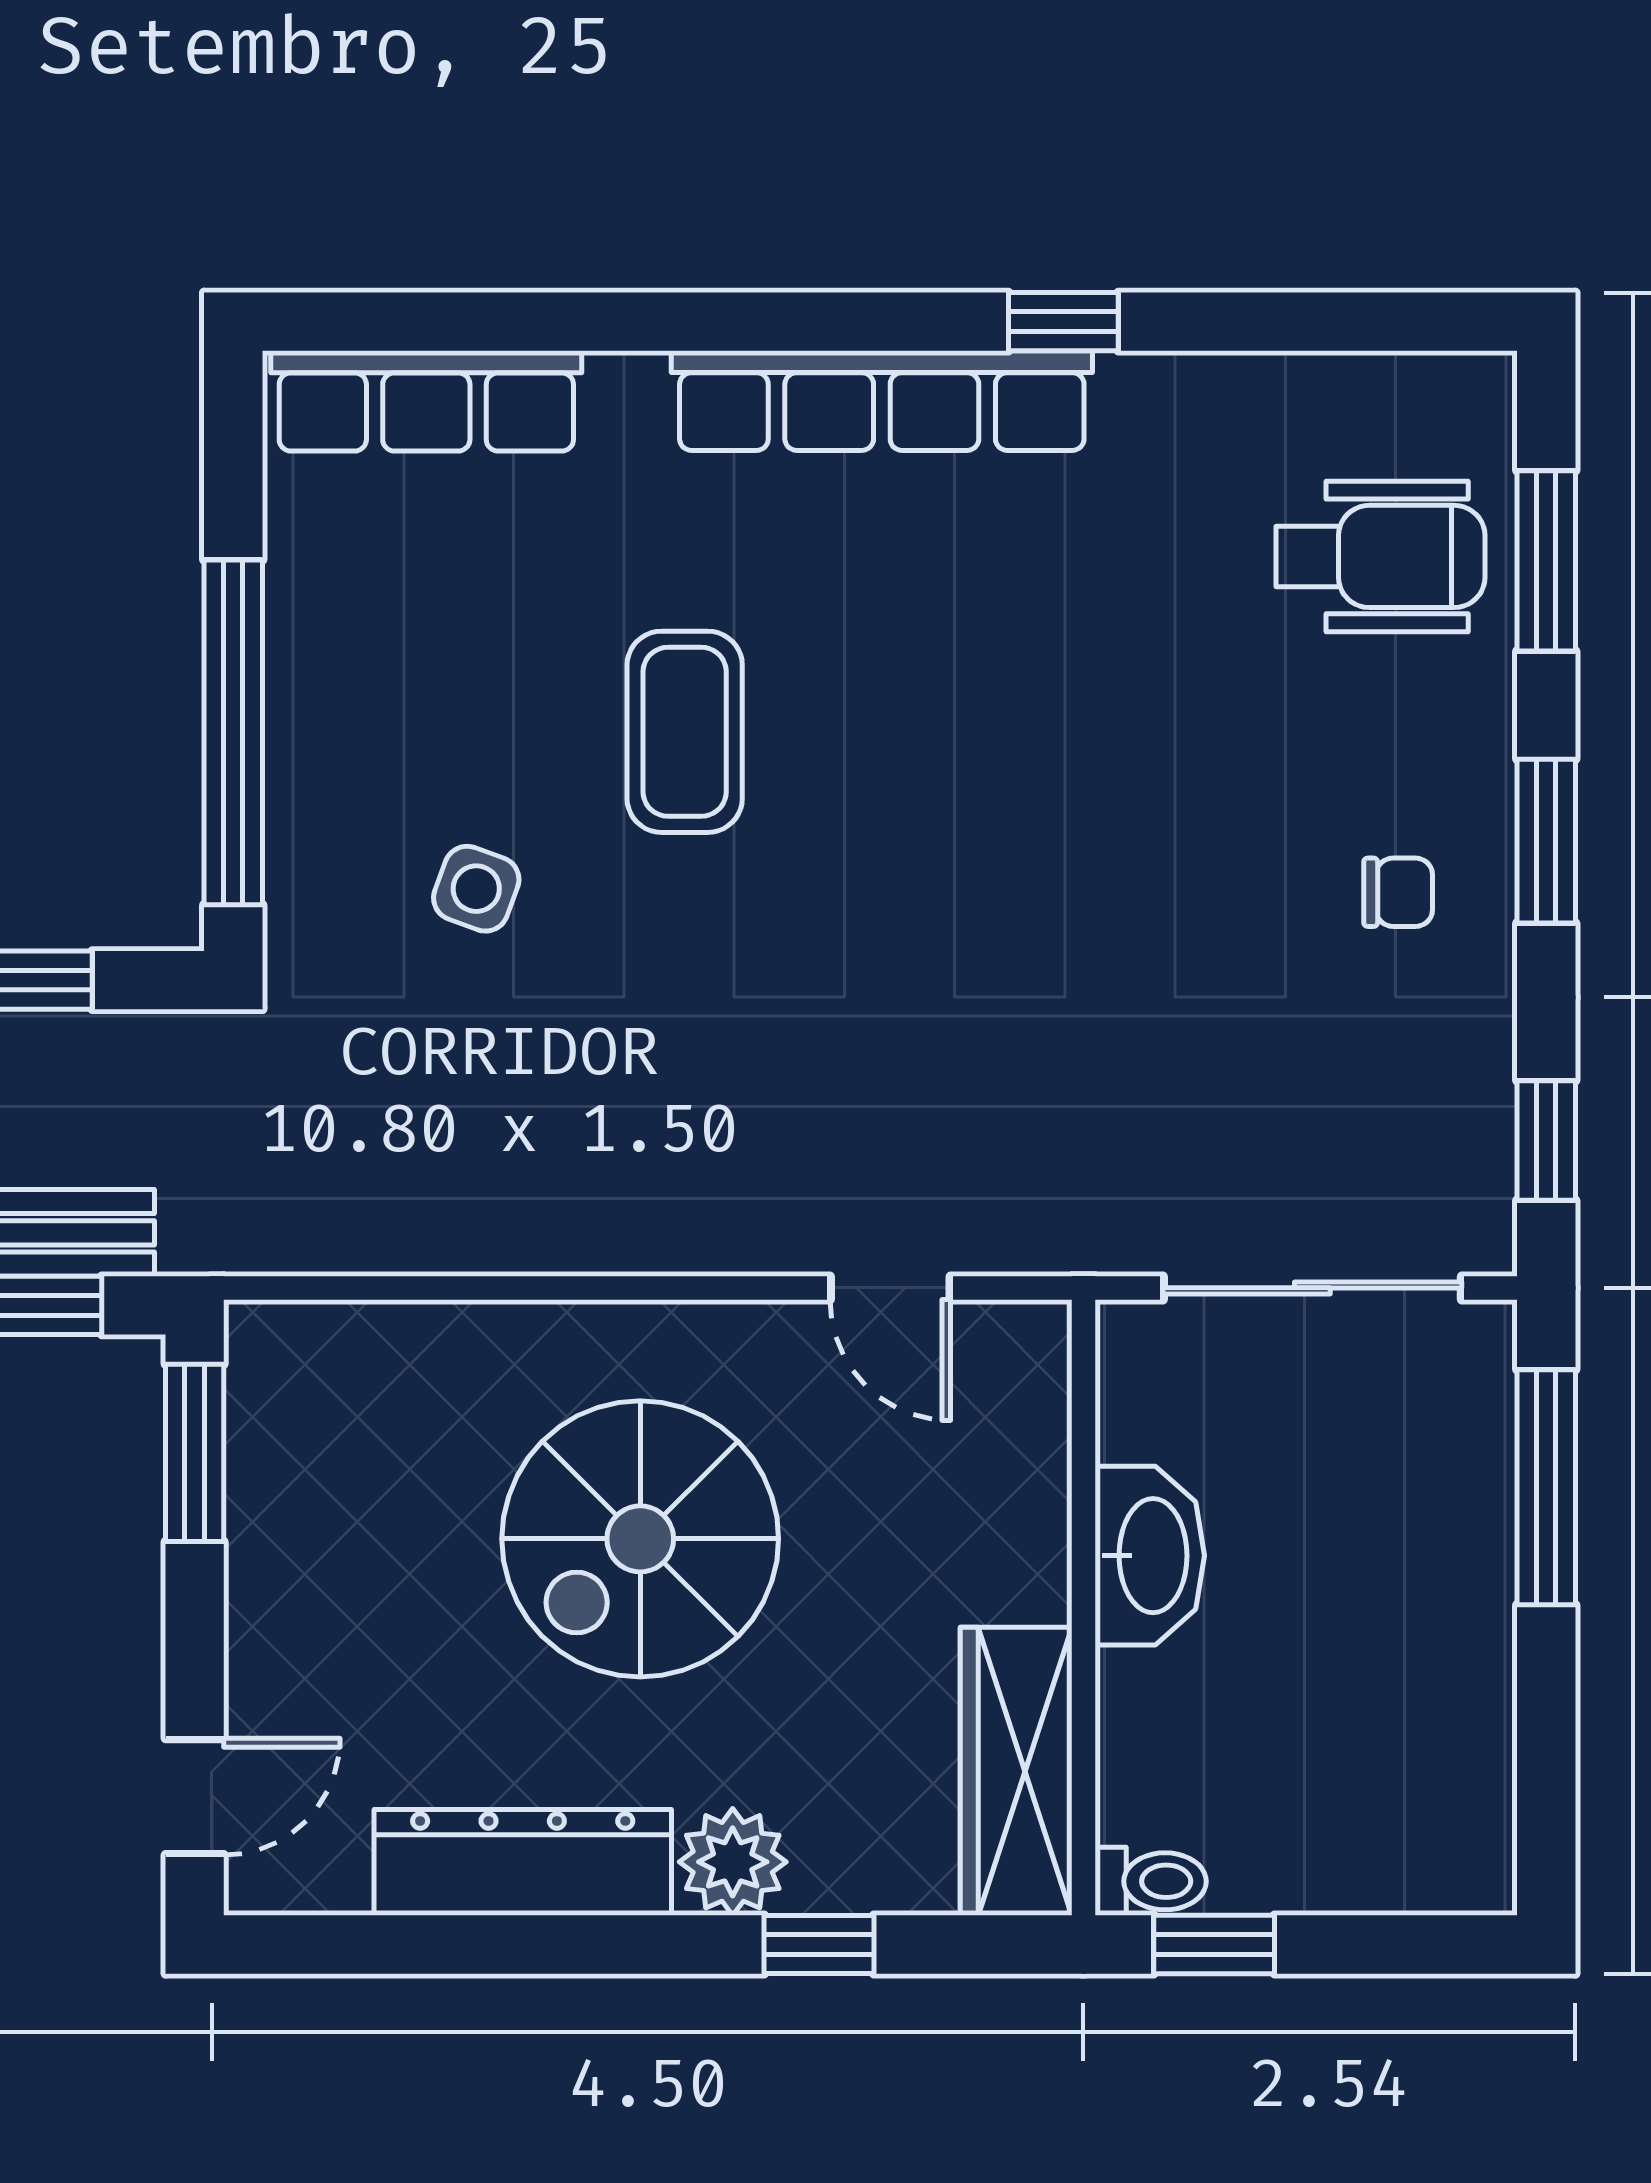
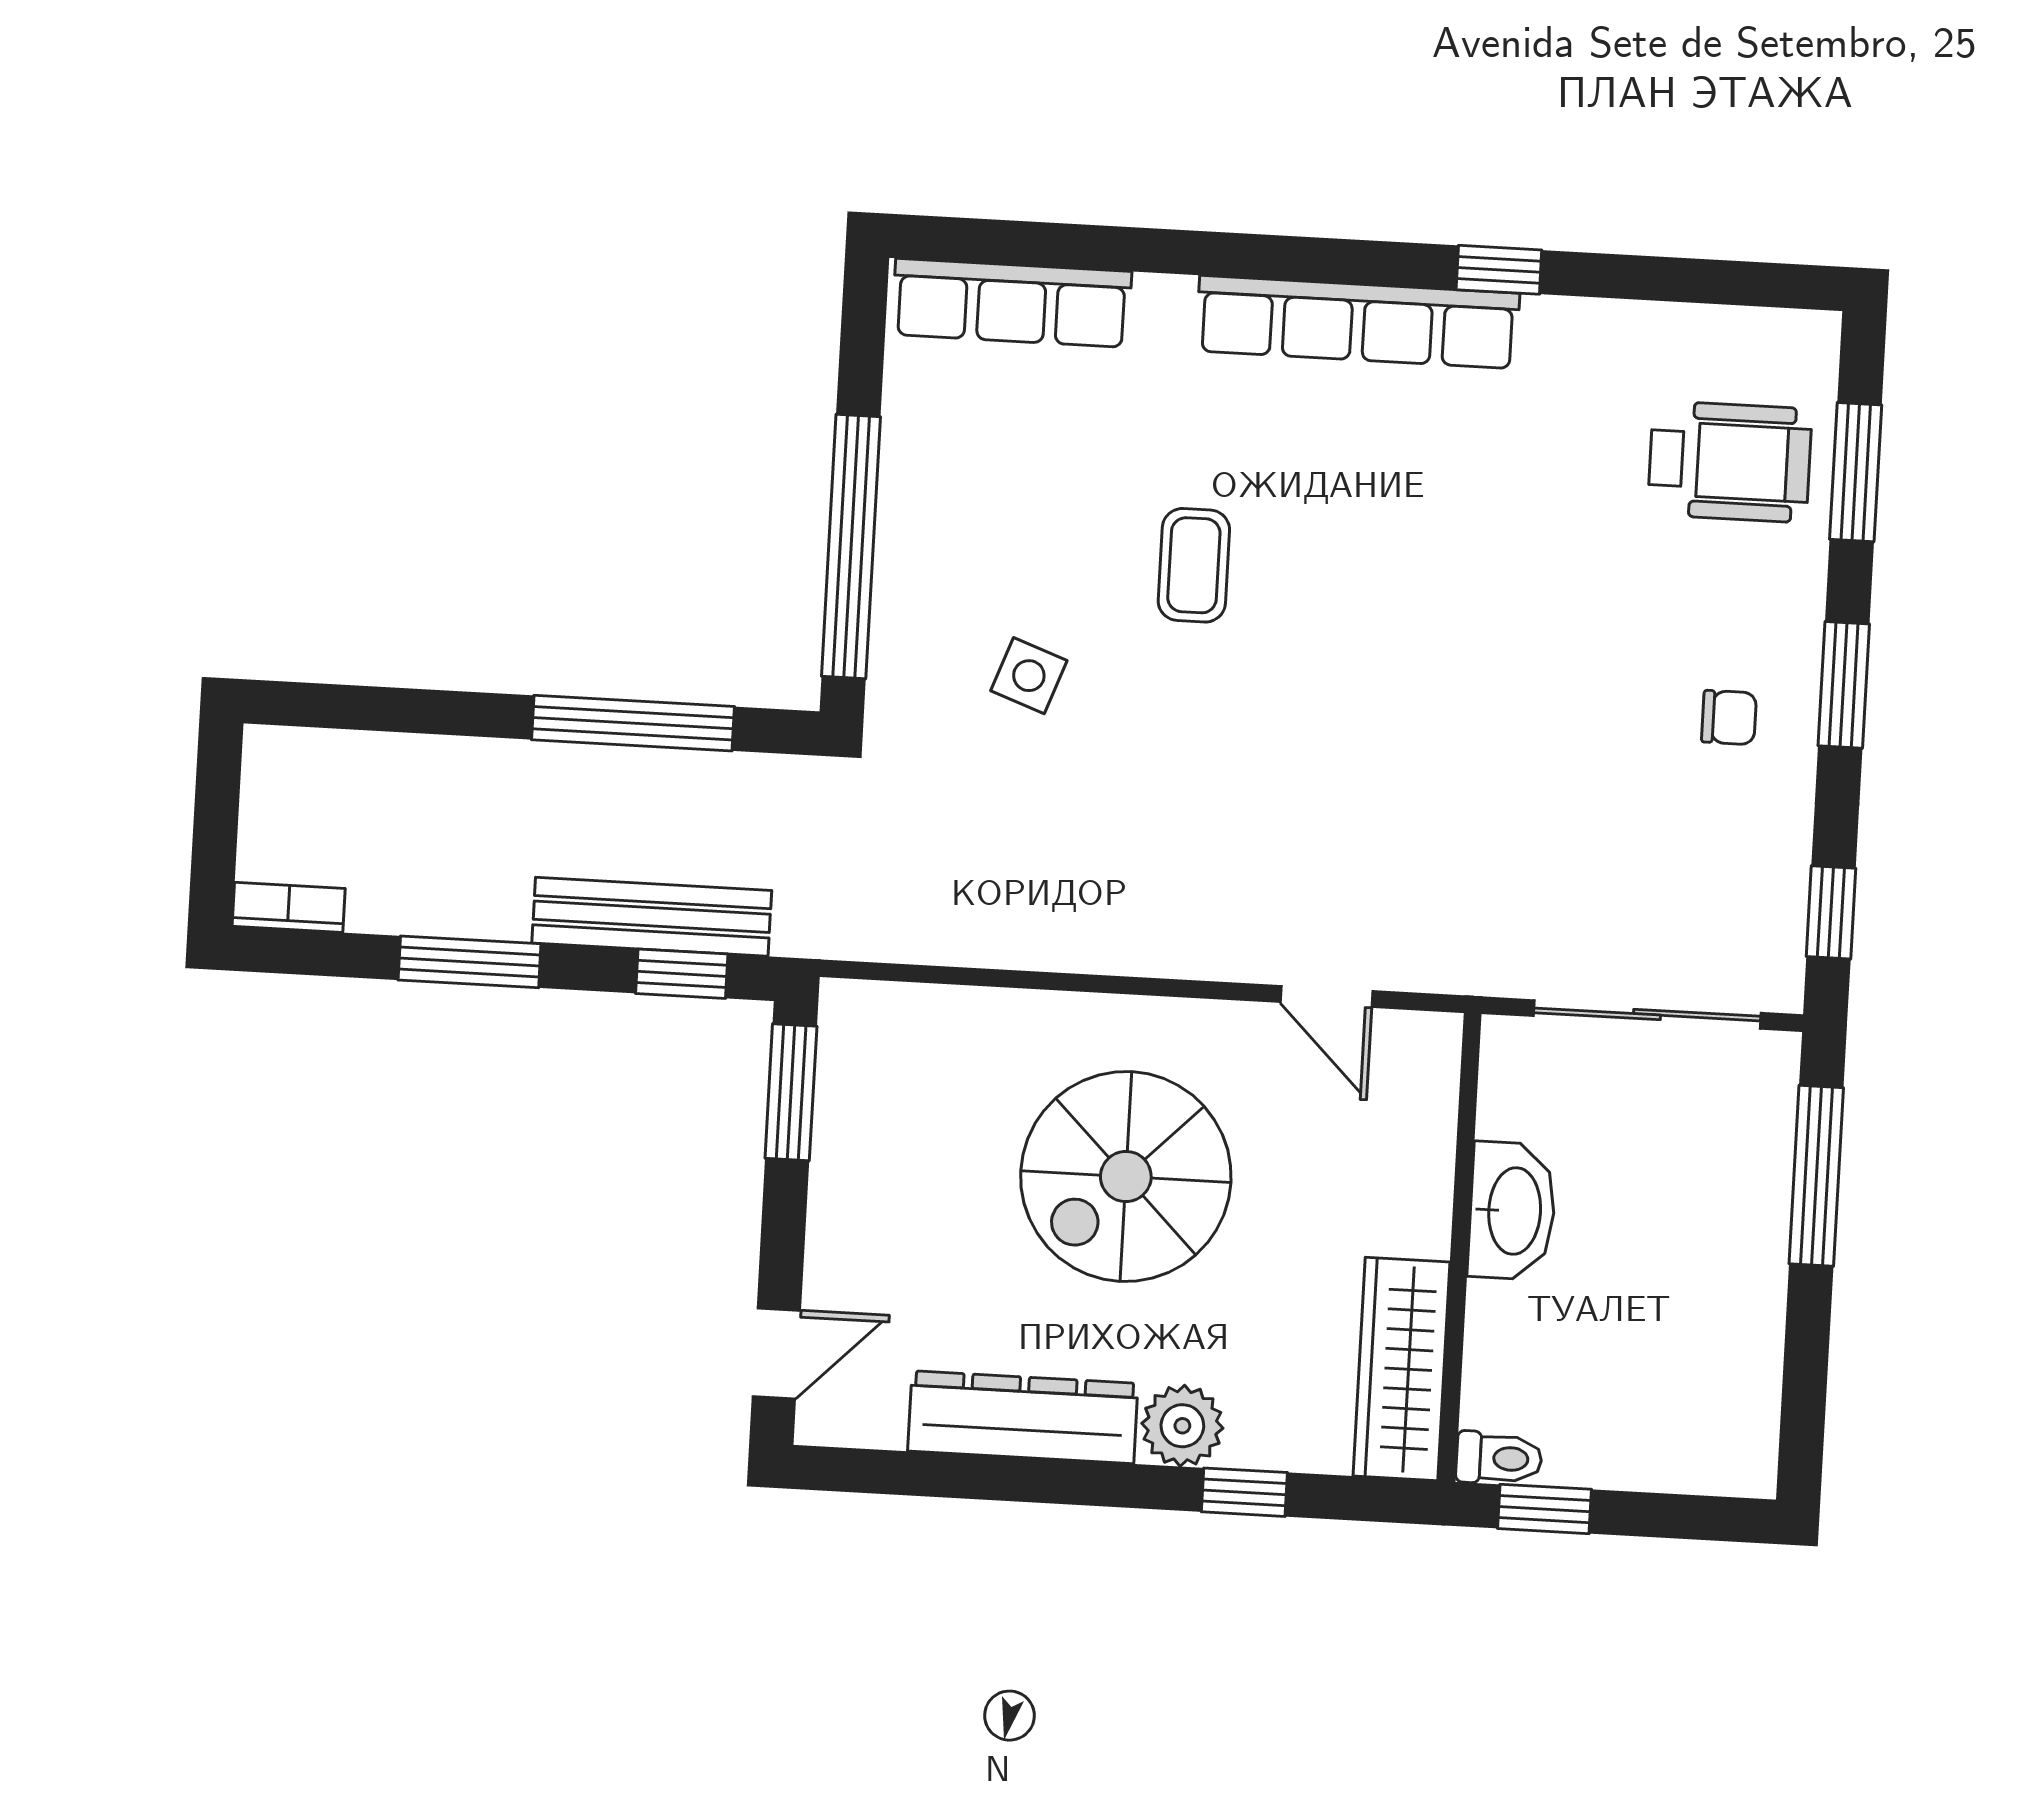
coffee table: (685, 732) -> (1194, 565), width x0.73, depth x0.77

